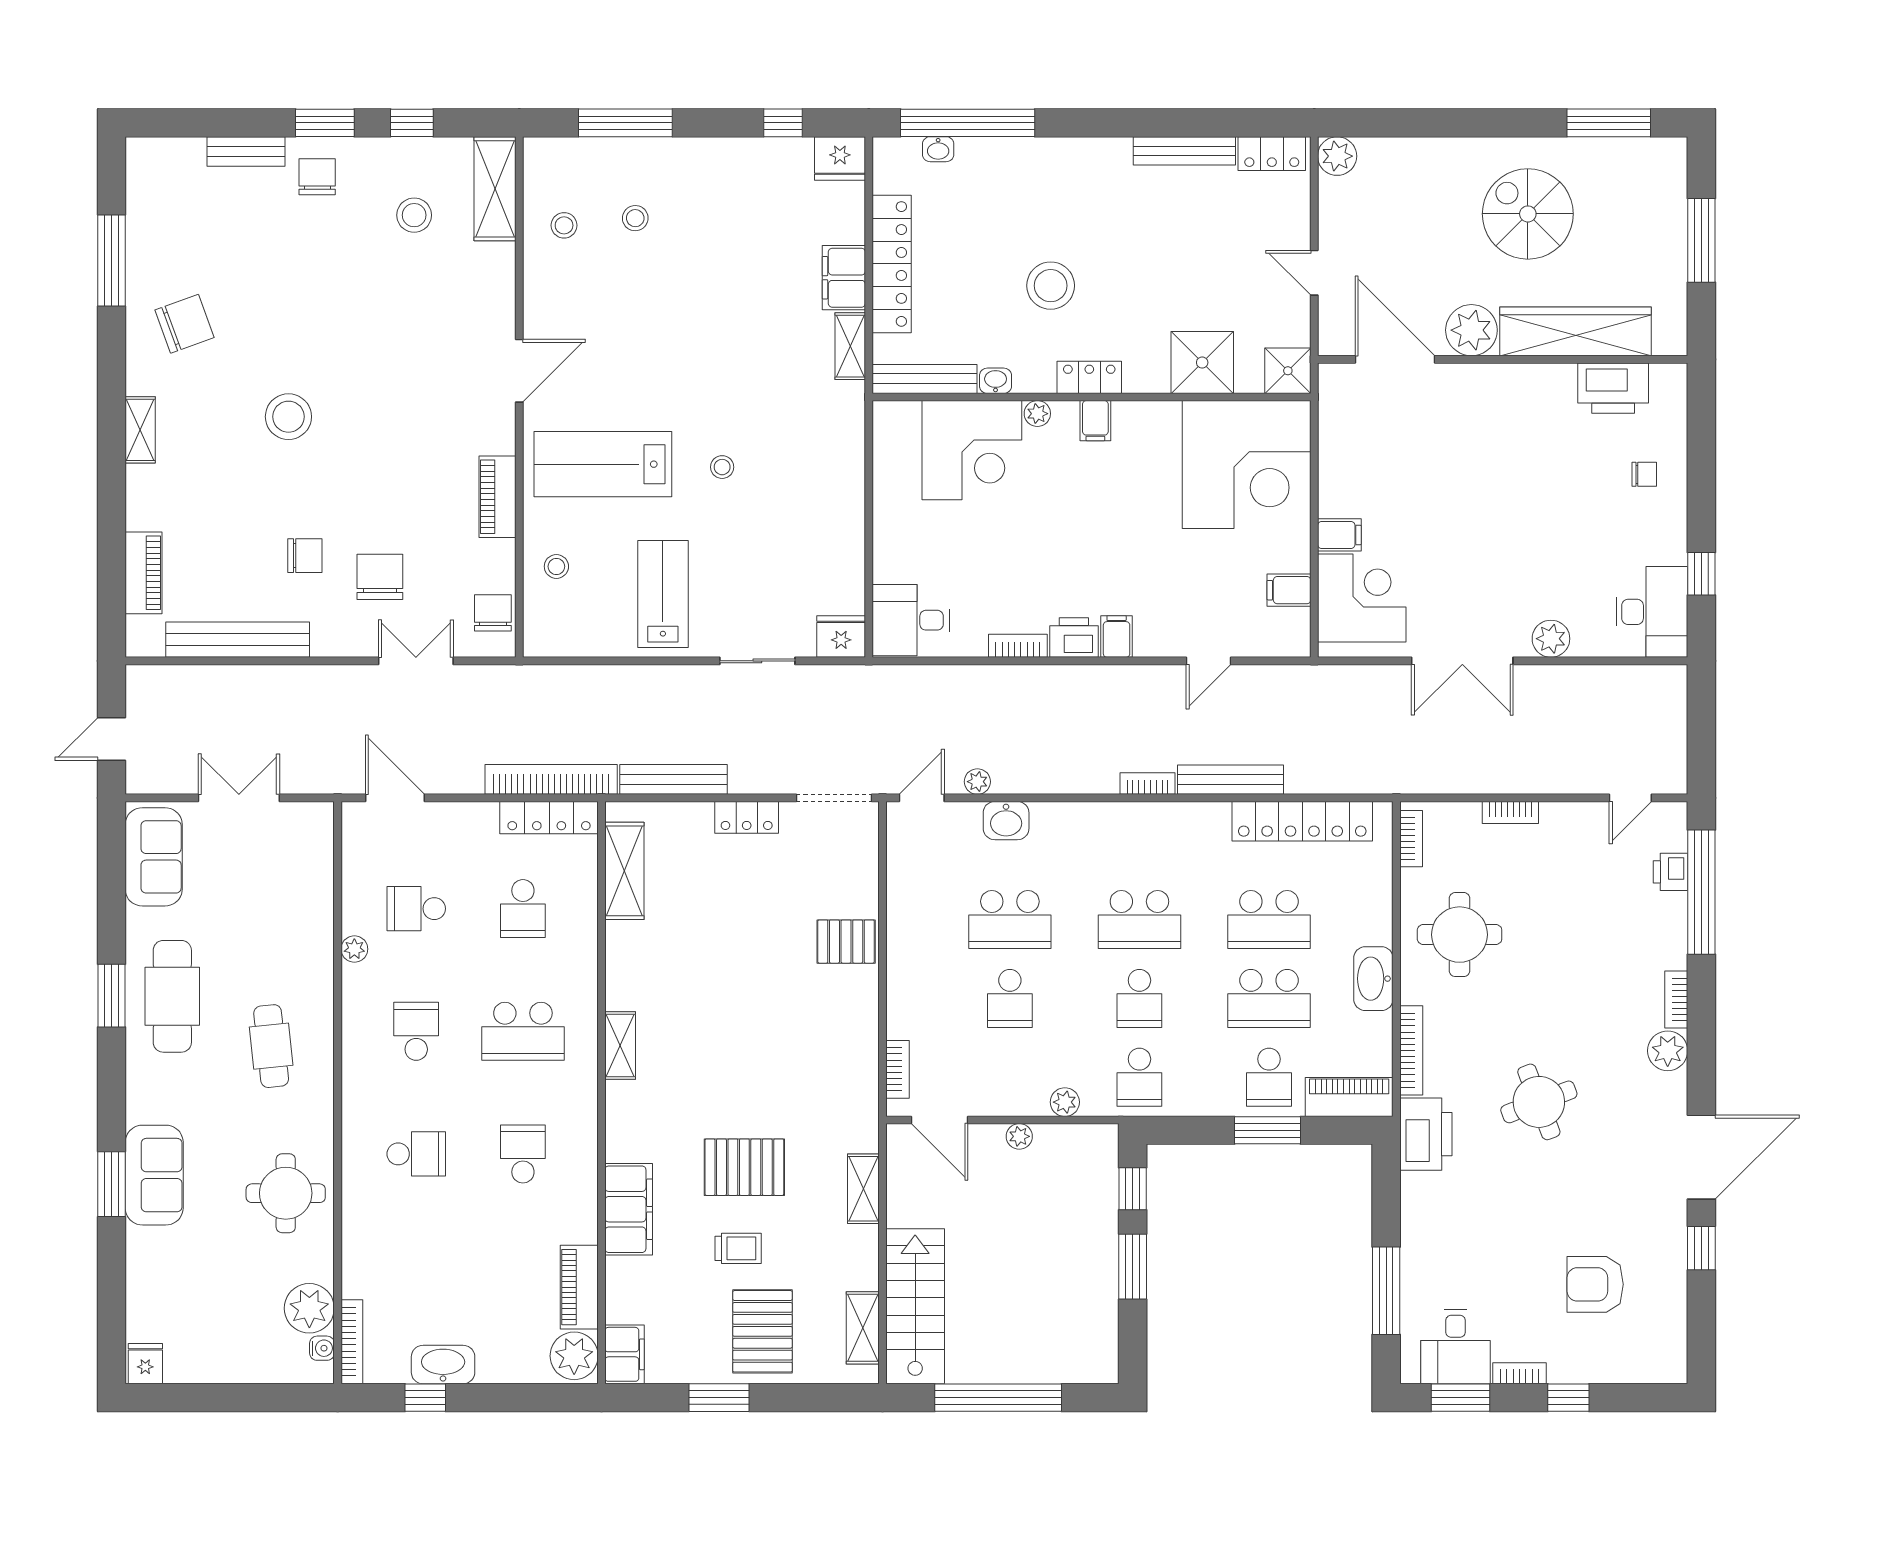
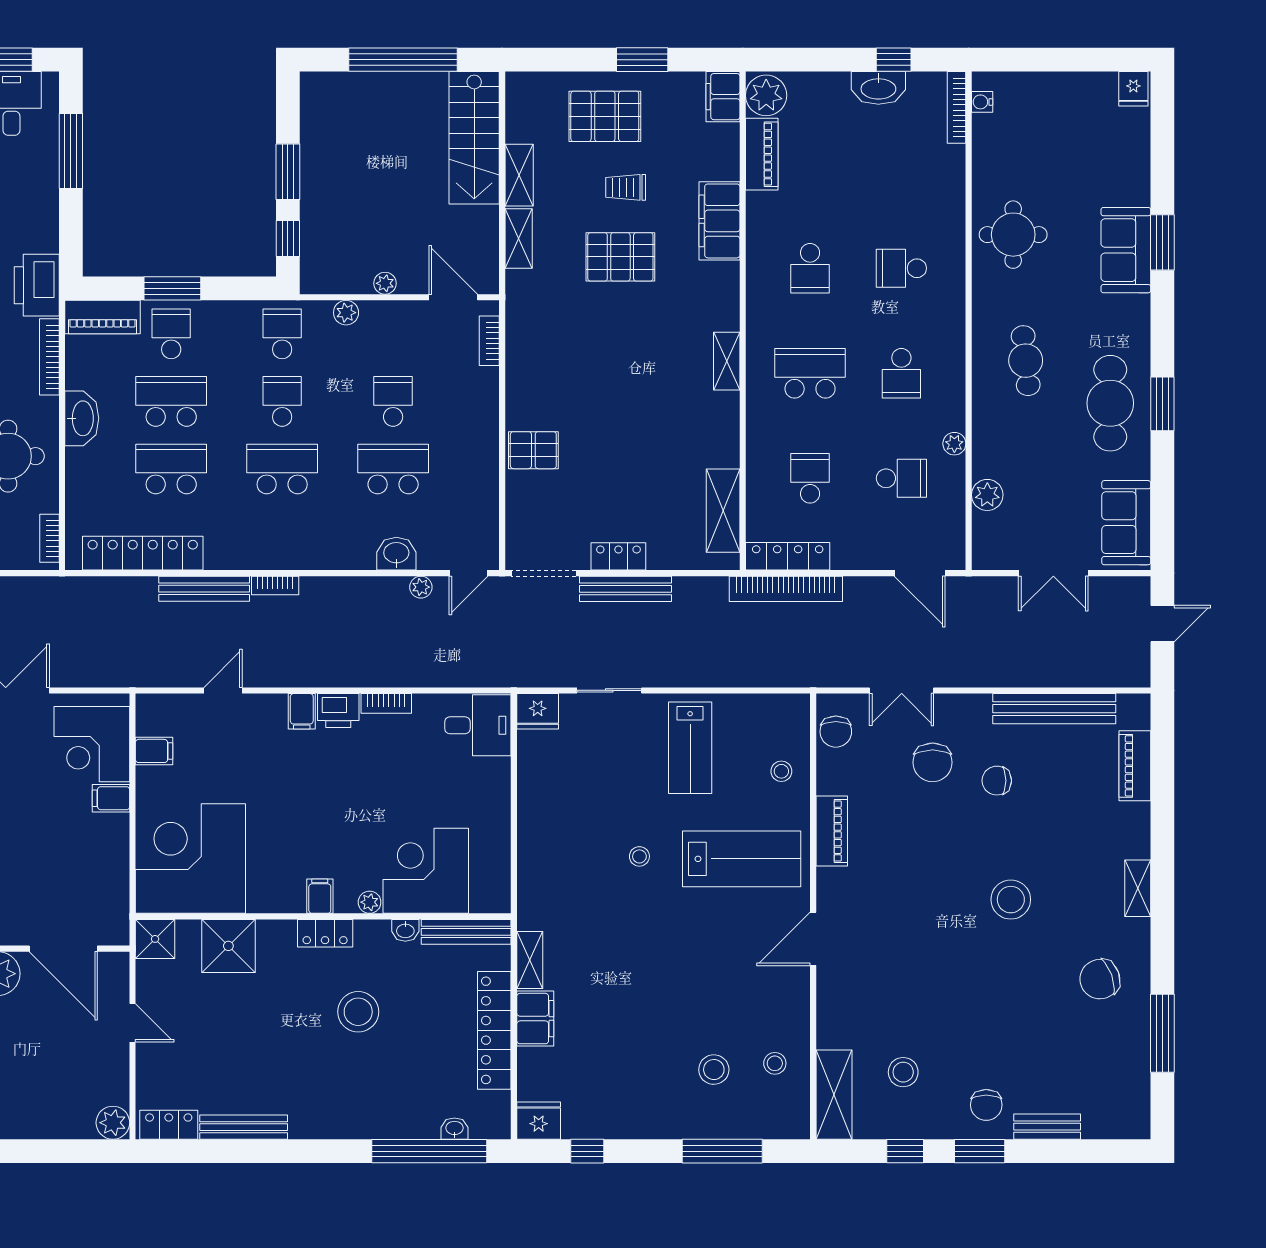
stool: (635, 218) -> (714, 1070), width x1.37, depth x1.37
bench: (674, 779) -> (626, 589), moved
plant: (309, 1308) -> (987, 495), moved, width x0.73, depth x0.73
shelving: (863, 1328) -> (519, 175), moved
pallet: (763, 1331) -> (605, 116), turned 90

